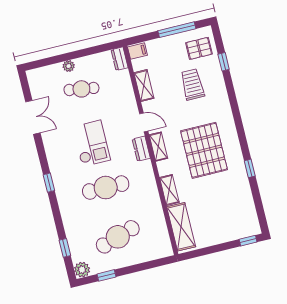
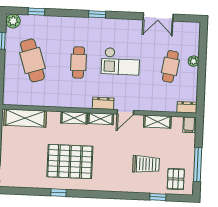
pallet: (204, 150) -> (70, 162), moved
cafe table: (106, 188) -> (78, 62), width x0.73, depth x0.74
shelving: (169, 190) -> (74, 118), moved

